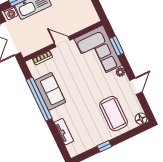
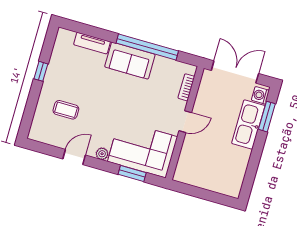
door: (136, 86) -> (74, 157), swing flipped
sofa: (50, 91) -> (130, 61), moved
coffee table: (114, 114) -> (66, 110), width x0.54, depth x0.58
floor lamp: (141, 119) -> (36, 133), removed

